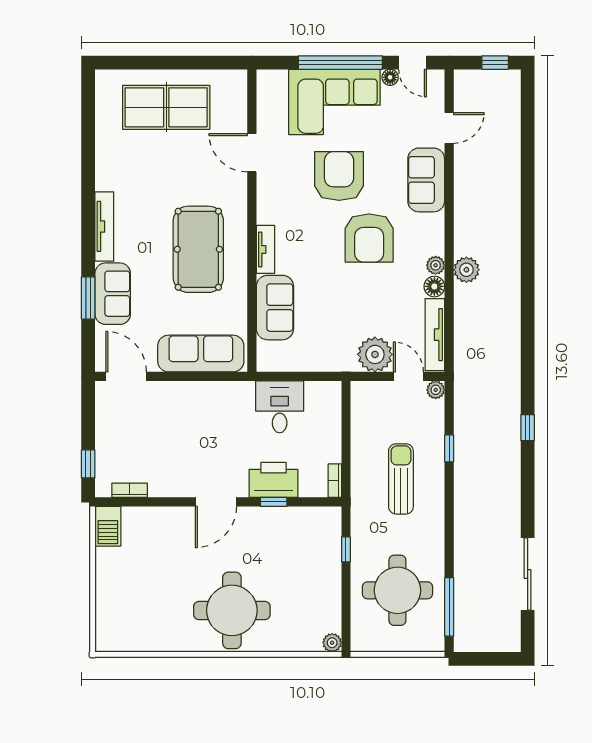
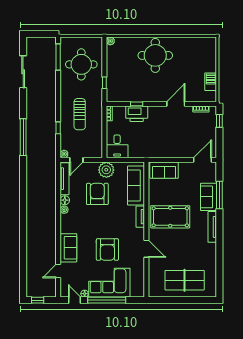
door: (252, 153) -> (146, 249), moved
armchair: (369, 238) -> (97, 194), moved
pool table: (198, 249) -> (170, 217), turned 90
plant: (466, 270) -> (50, 208), removed
window: (88, 298) -> (219, 195), width x1.44
sofa: (275, 308) -> (136, 186), width x1.36
sofa: (201, 354) -> (164, 170), width x0.73
plant: (375, 354) -> (106, 170), moved
door: (126, 376) -> (202, 160), swing flipped
door: (408, 376) -> (76, 160), hinge flipped
desk: (280, 407) -> (117, 146), moved
window: (528, 428) -> (23, 137), width x3.17
door: (216, 502) -> (176, 104), moved
barbecue: (108, 526) -> (211, 82), moved

